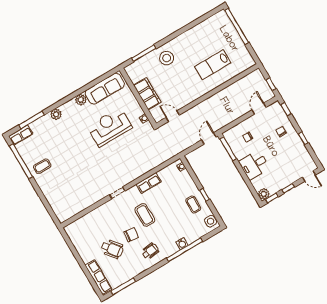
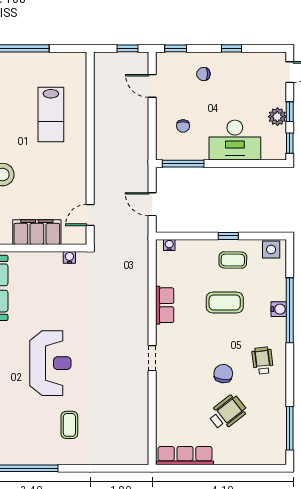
reception desk: (110, 127) -> (50, 363), moved, turned 180
door: (209, 138) -> (152, 204), moved
desk: (254, 165) -> (235, 140), width x1.37
coffee table: (42, 166) -> (69, 425), moved
plant: (264, 194) -> (277, 117), moved
coffee table: (145, 215) -> (225, 302), moved
row of seats: (98, 277) -> (185, 456), moved

